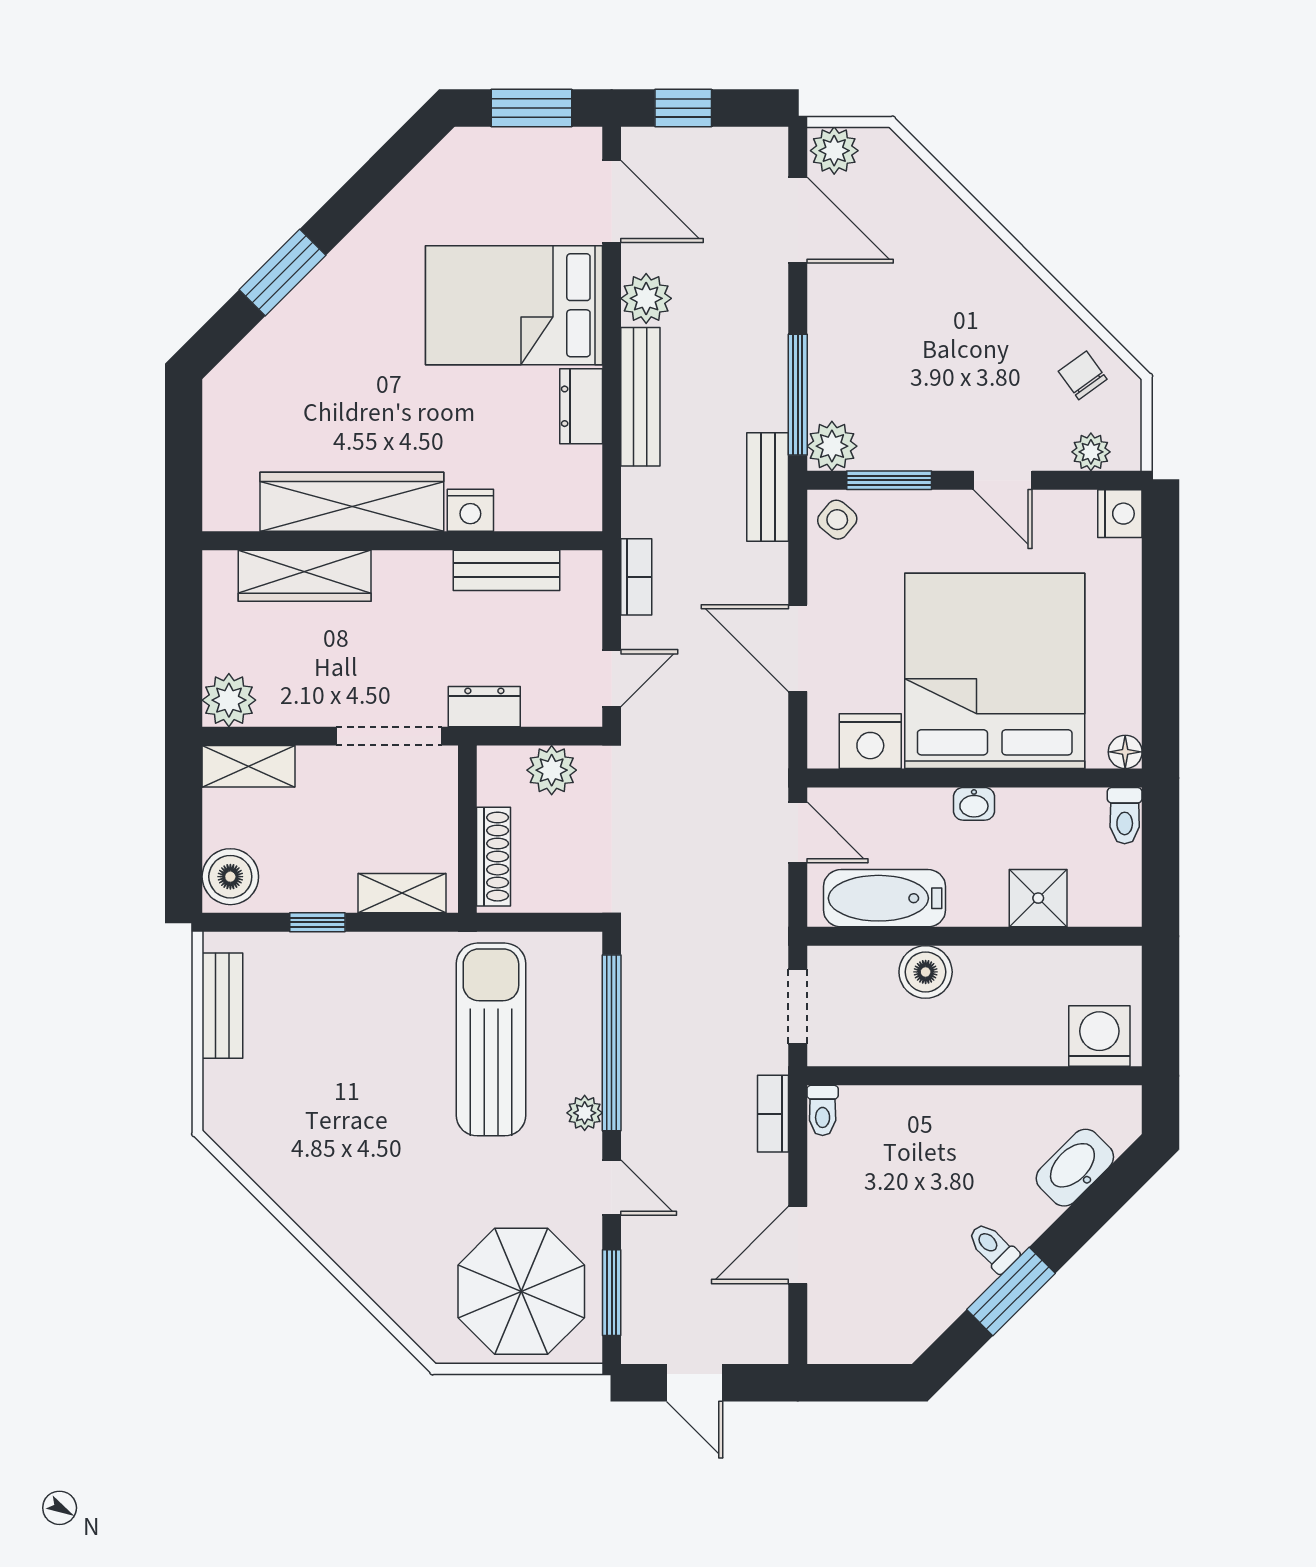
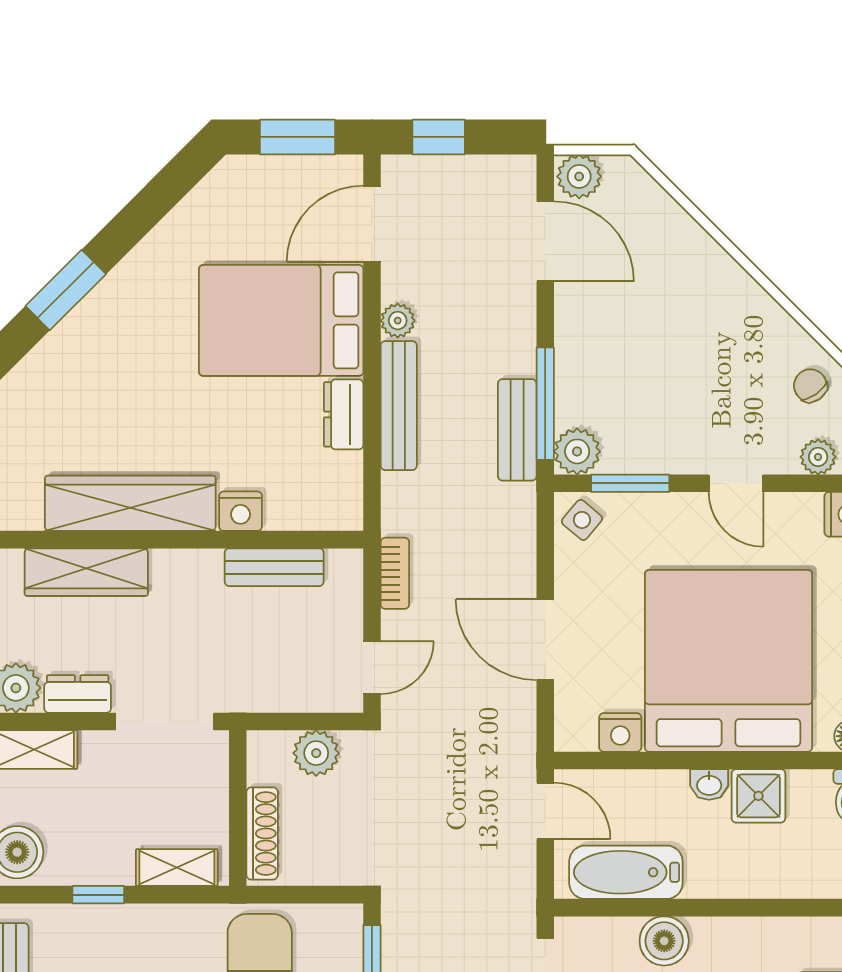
door: (612, 201) -> (372, 224), swing flipped
plant: (646, 298) -> (398, 321), width x0.73, depth x0.73
bench: (768, 487) -> (517, 430), moved
dresser: (484, 707) -> (78, 694), moved
nightstand: (870, 741) -> (620, 732), width x0.74, depth x0.75
shower: (1038, 898) -> (758, 796), moved

